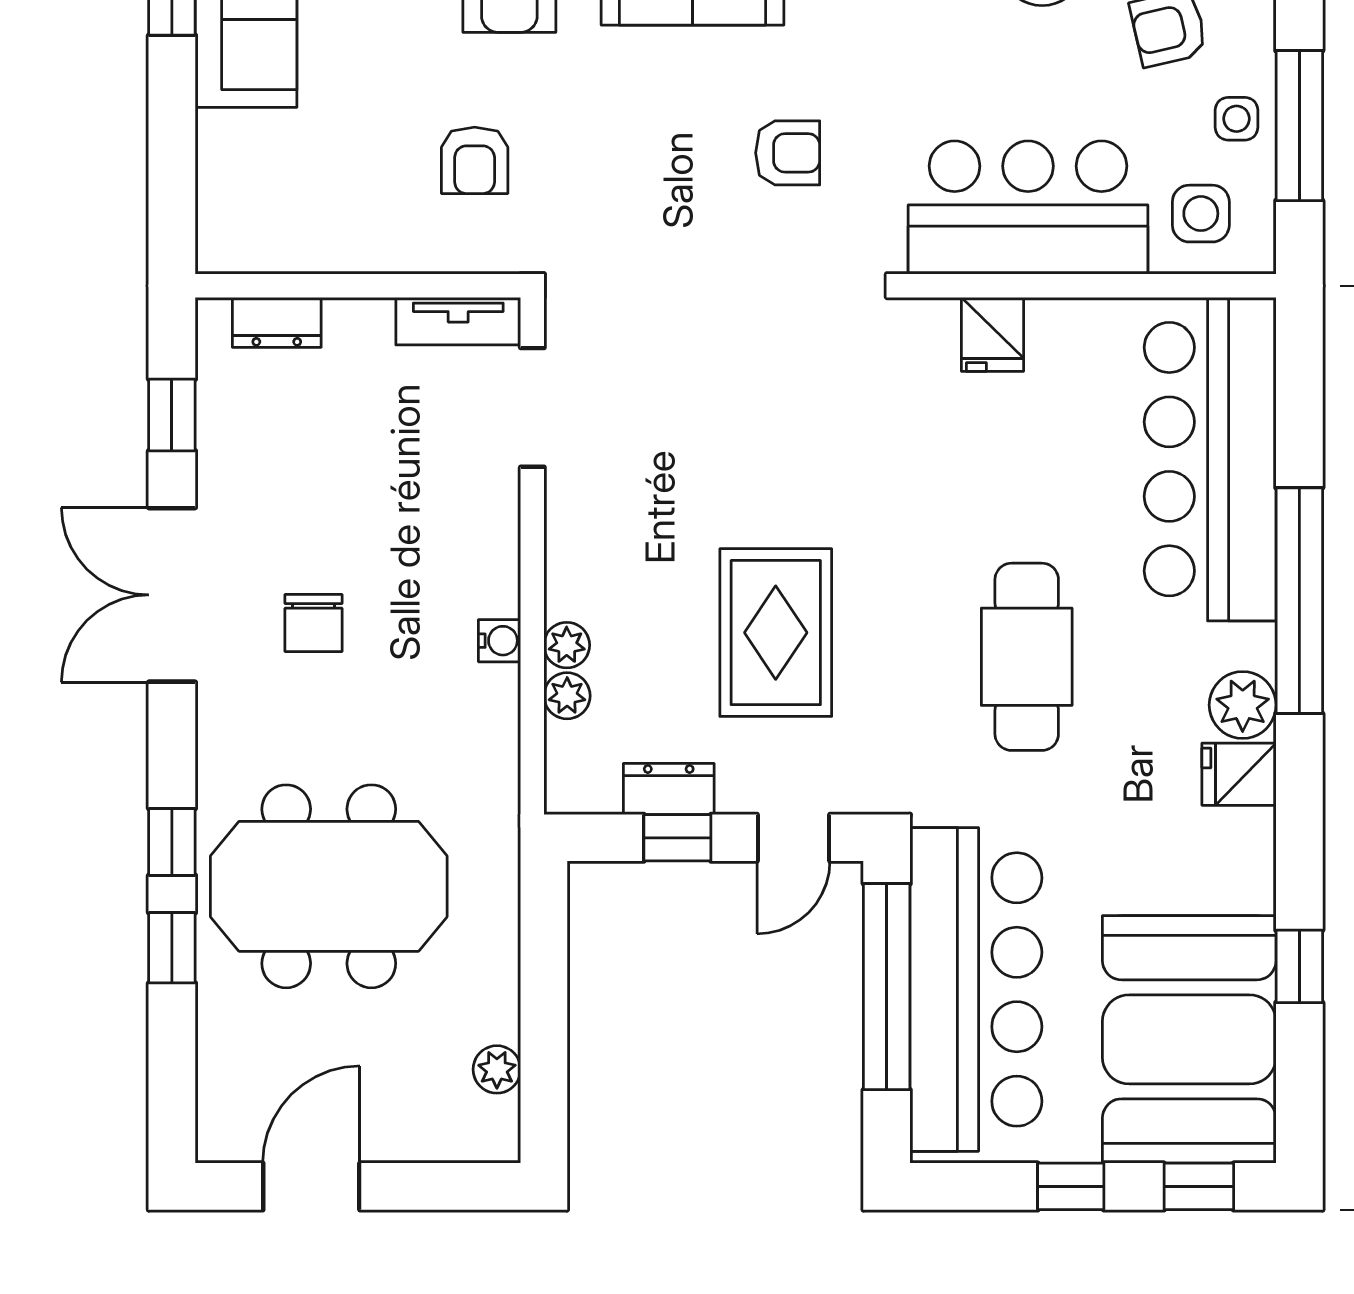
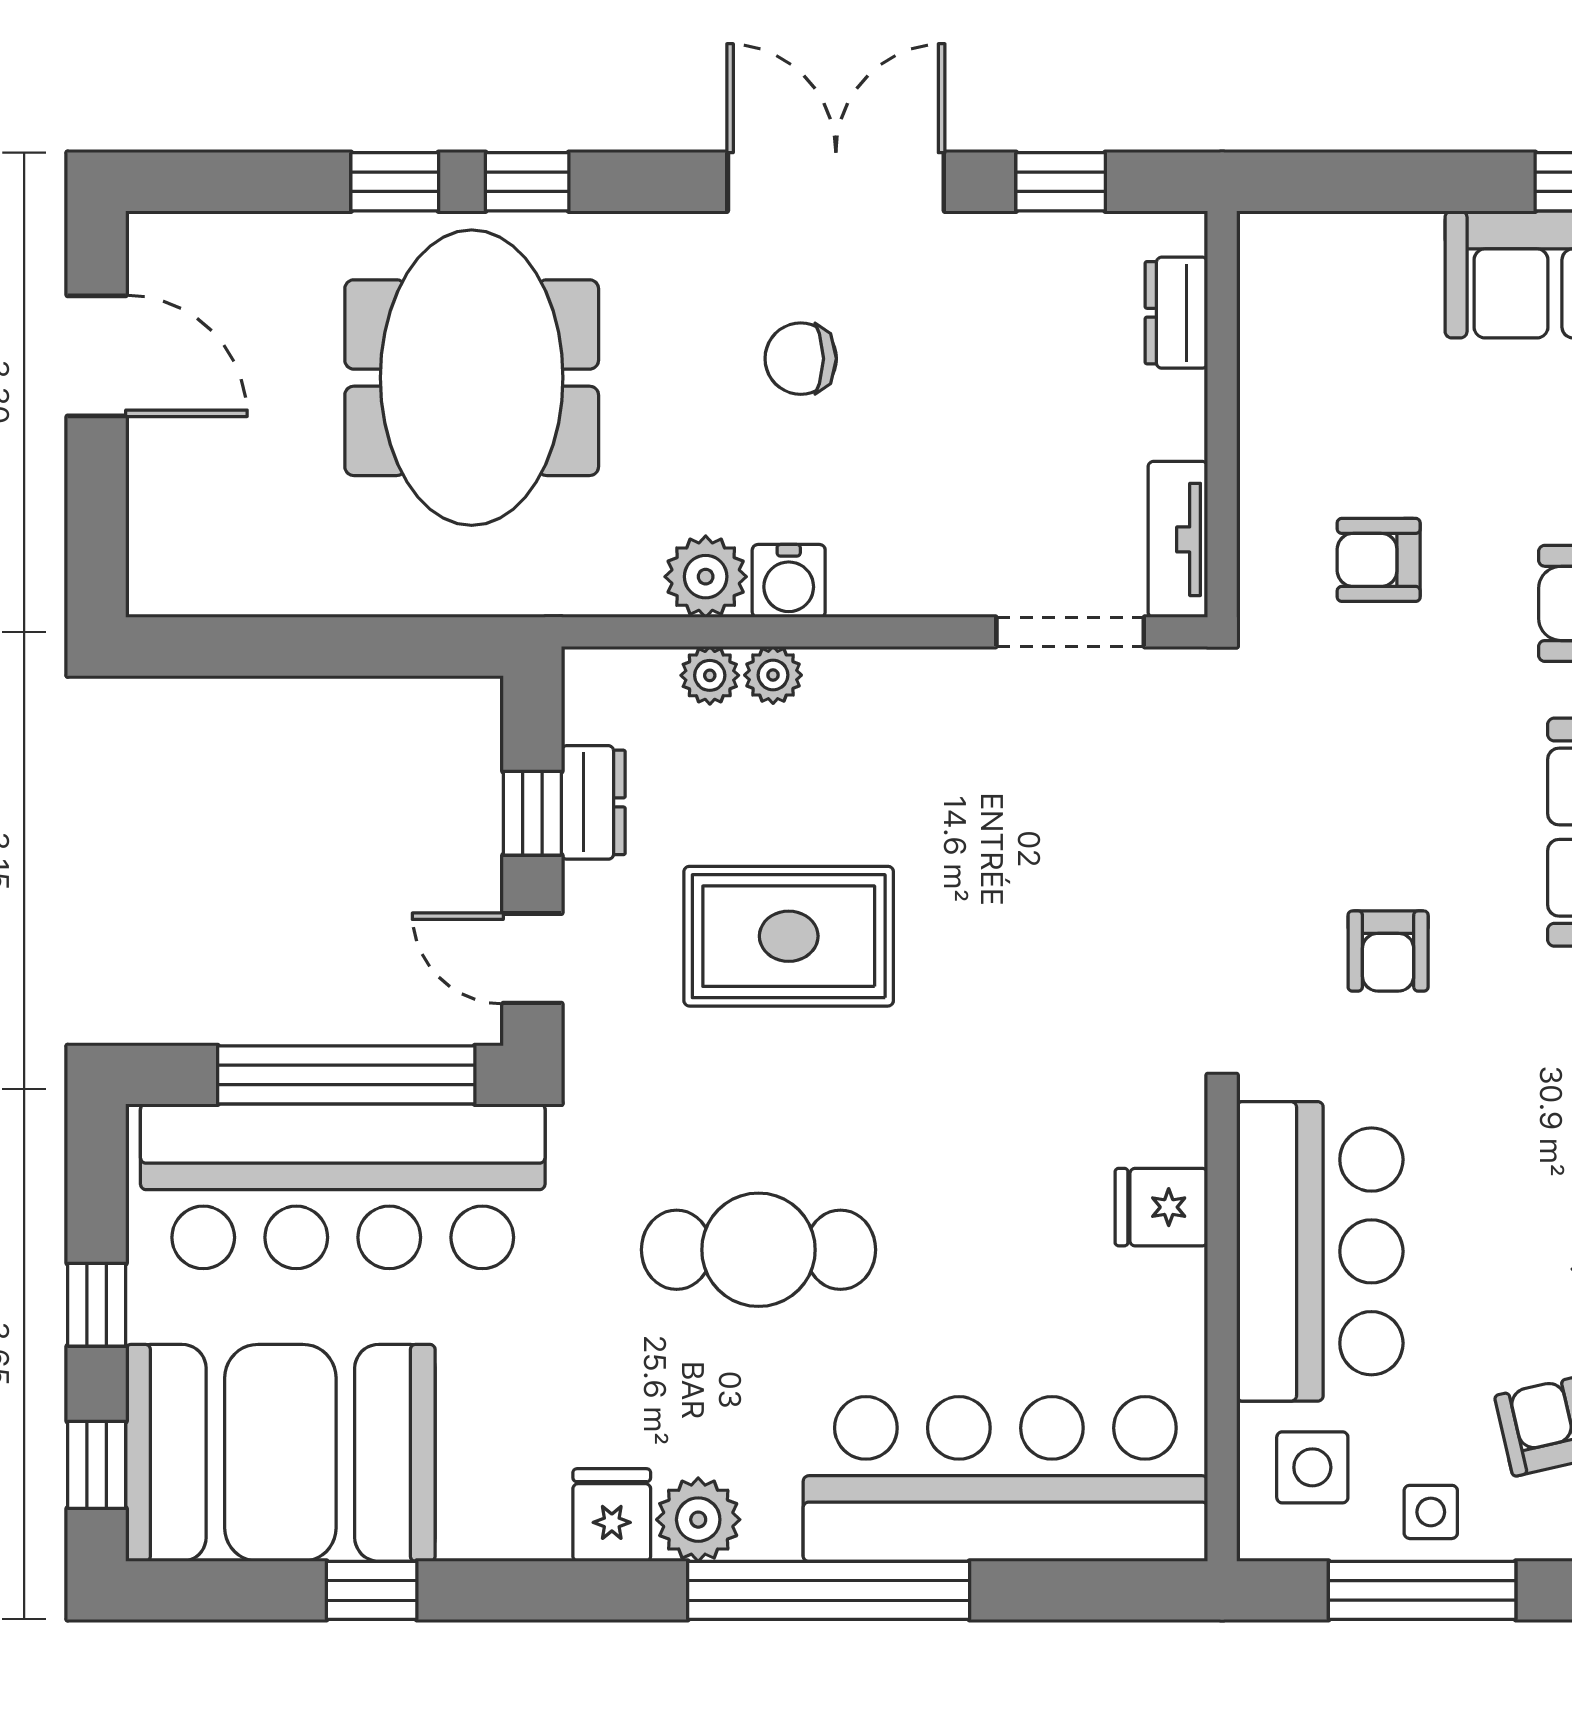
water cooler: (500, 641) -> (789, 581), width x1.38, depth x1.38
plant: (497, 1069) -> (706, 577), moved, width x1.38, depth x1.38

